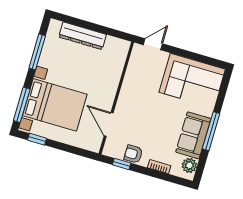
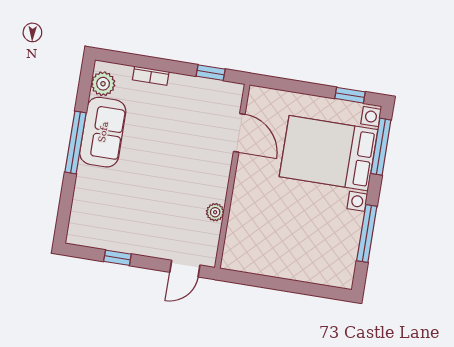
dresser: (83, 36) -> (298, 268), removed
window: (194, 56) -> (117, 258), added
plant: (130, 77) -> (215, 212), added
corner sofa: (192, 81) -> (115, 219), removed
armchair: (133, 154) -> (194, 91), removed

